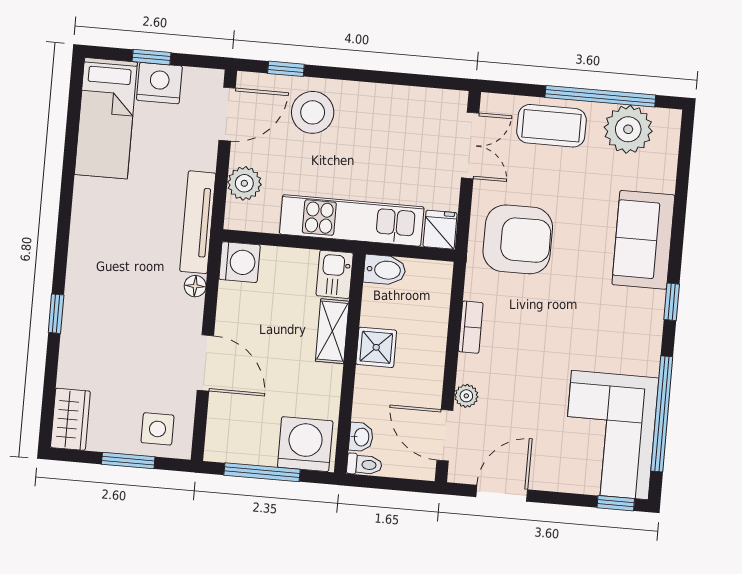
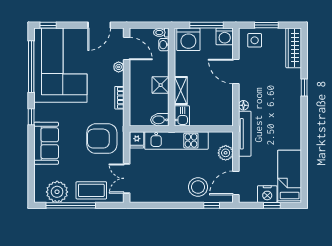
washing machine: (240, 262) -> (225, 36), moved, turned -90
wardrobe: (70, 419) -> (294, 48), width x1.50
corner sofa: (610, 435) -> (60, 65), width x1.36, depth x1.36

